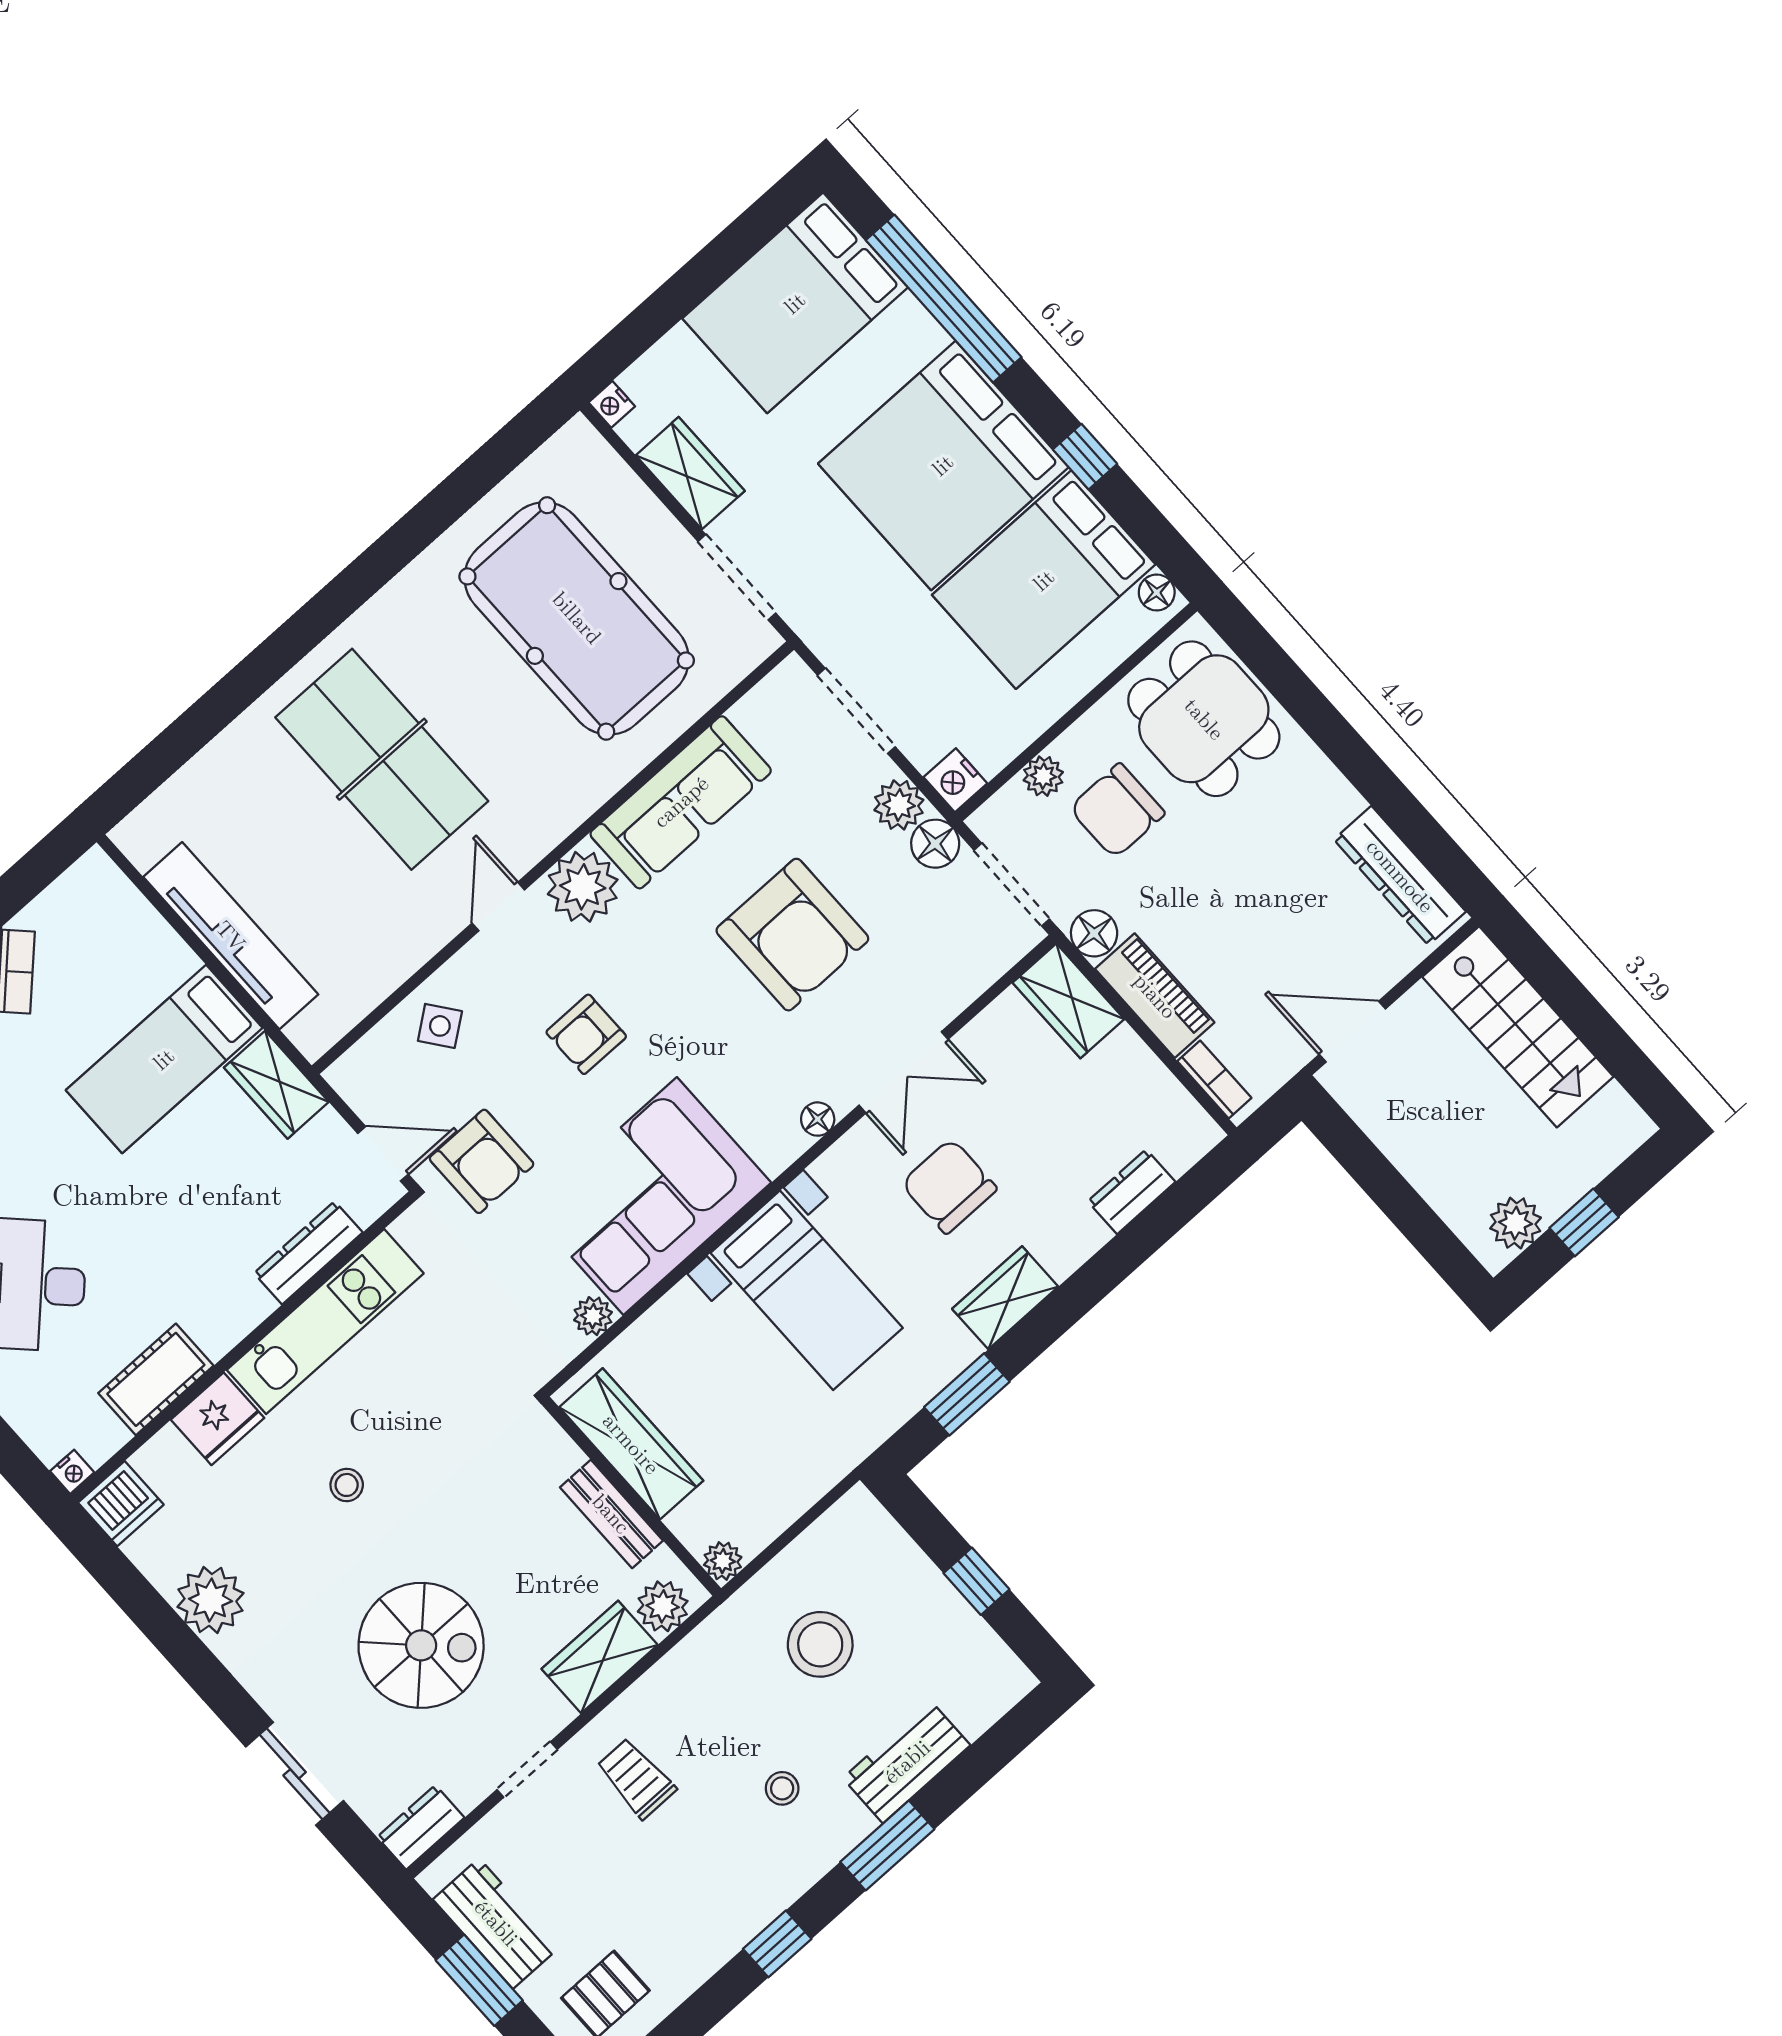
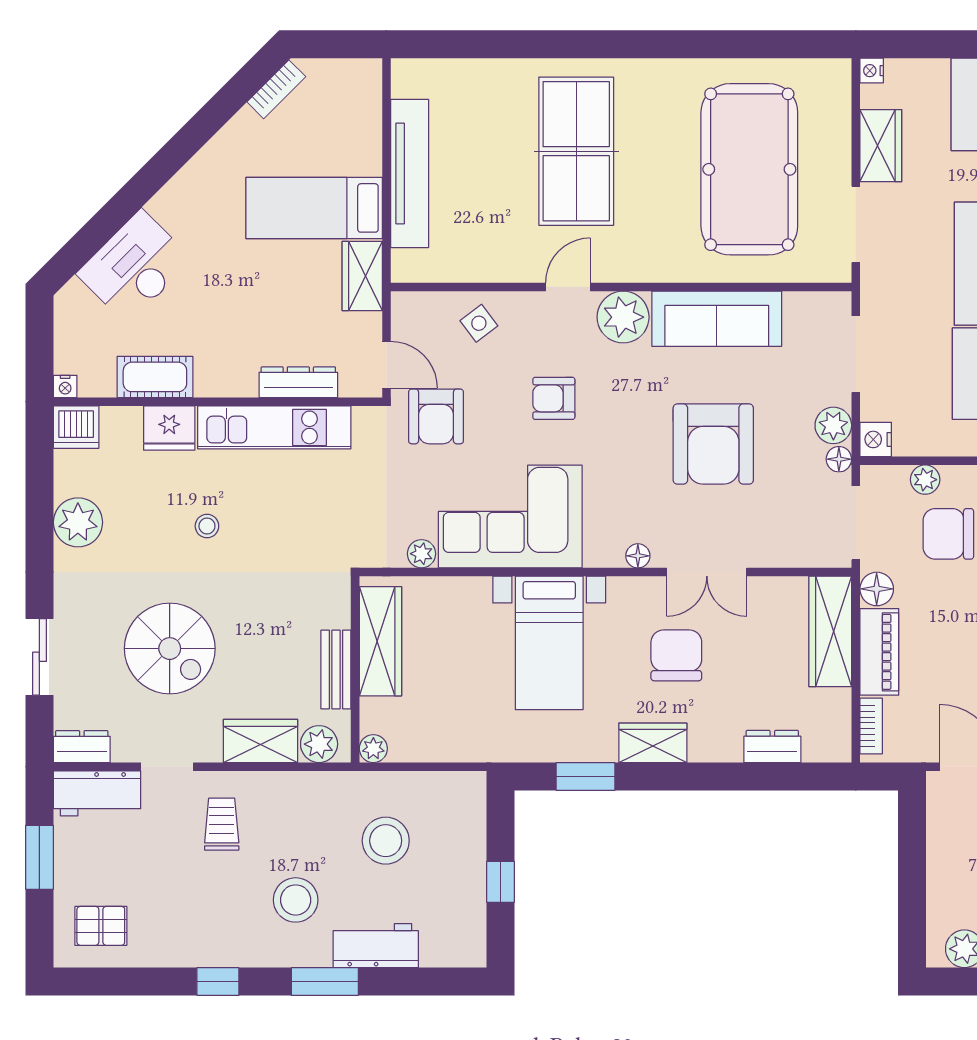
floor lamp: (935, 844) -> (839, 459), width x0.73, depth x0.73
wardrobe: (1068, 1001) -> (830, 631), width x1.50
stool: (782, 1788) -> (296, 900), width x1.89, depth x1.89
workbench: (496, 1923) -> (97, 793), moved, turned 90

